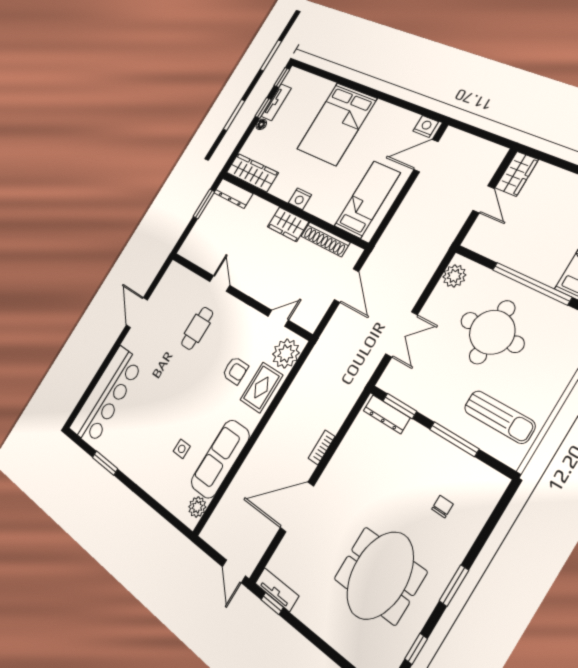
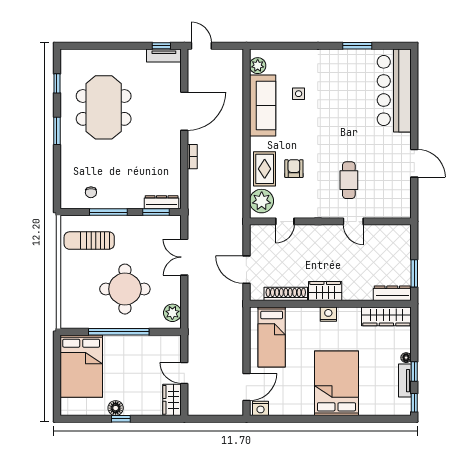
armchair: (235, 370) -> (294, 169), turned 90
chair: (442, 507) -> (91, 192), moved

